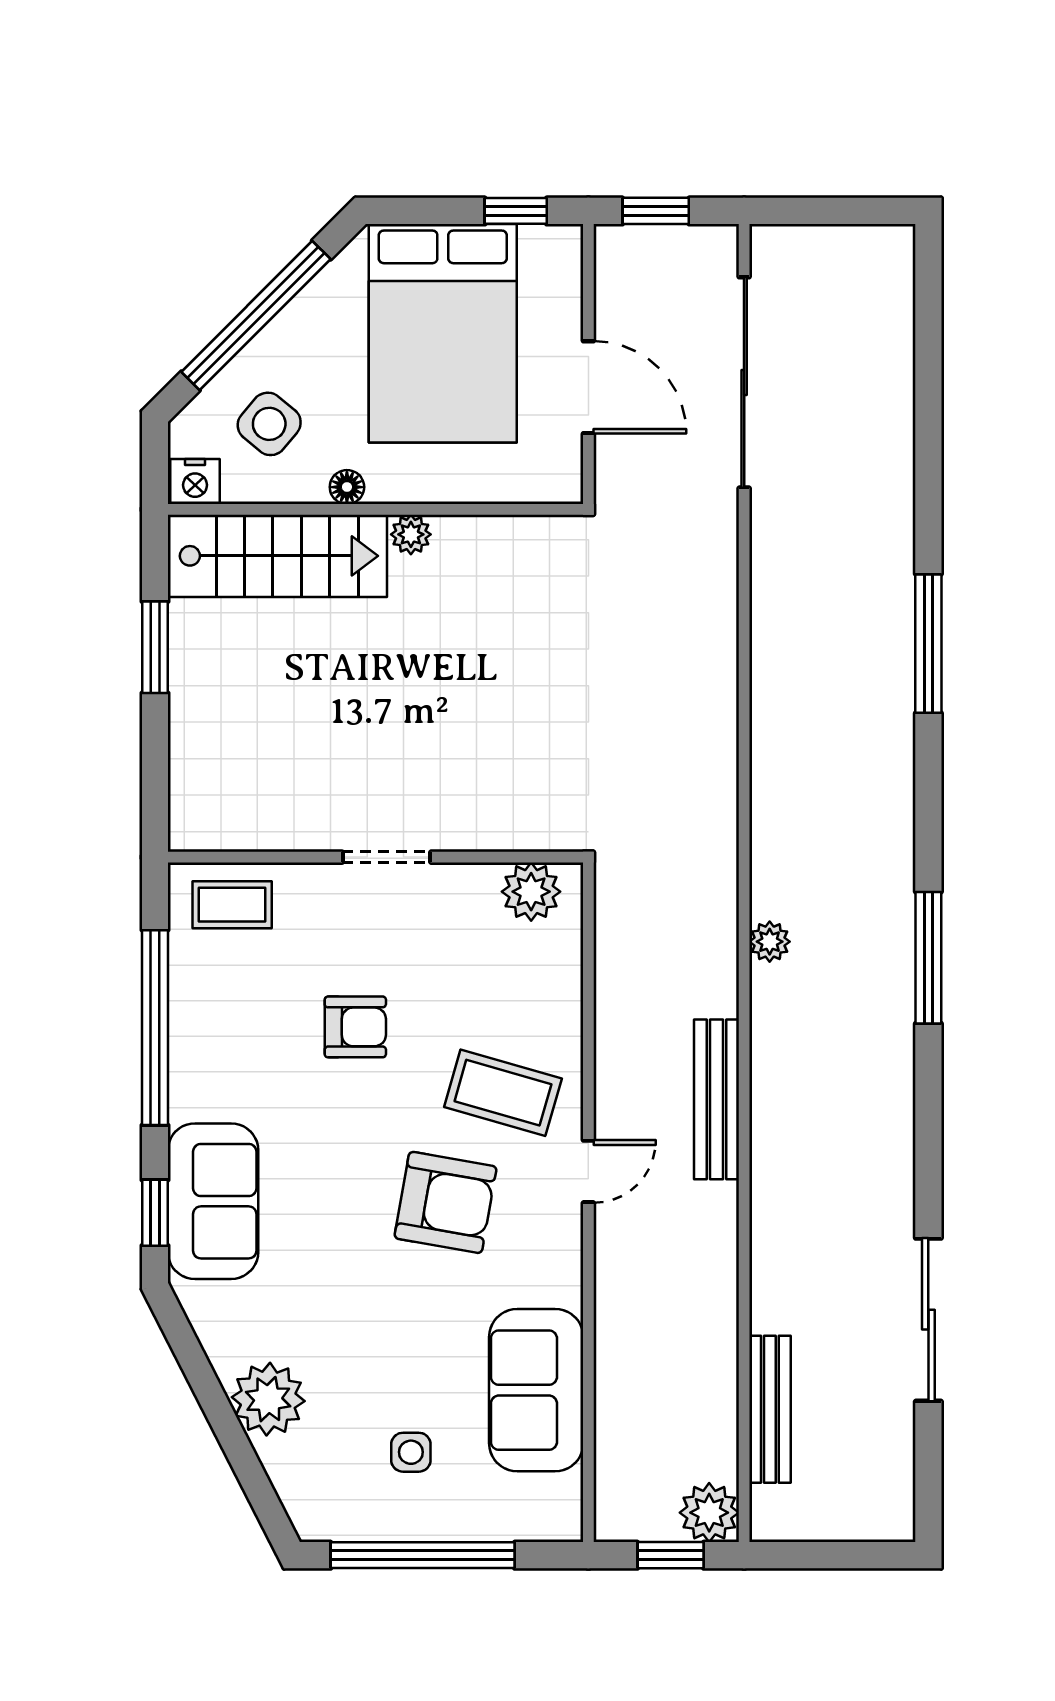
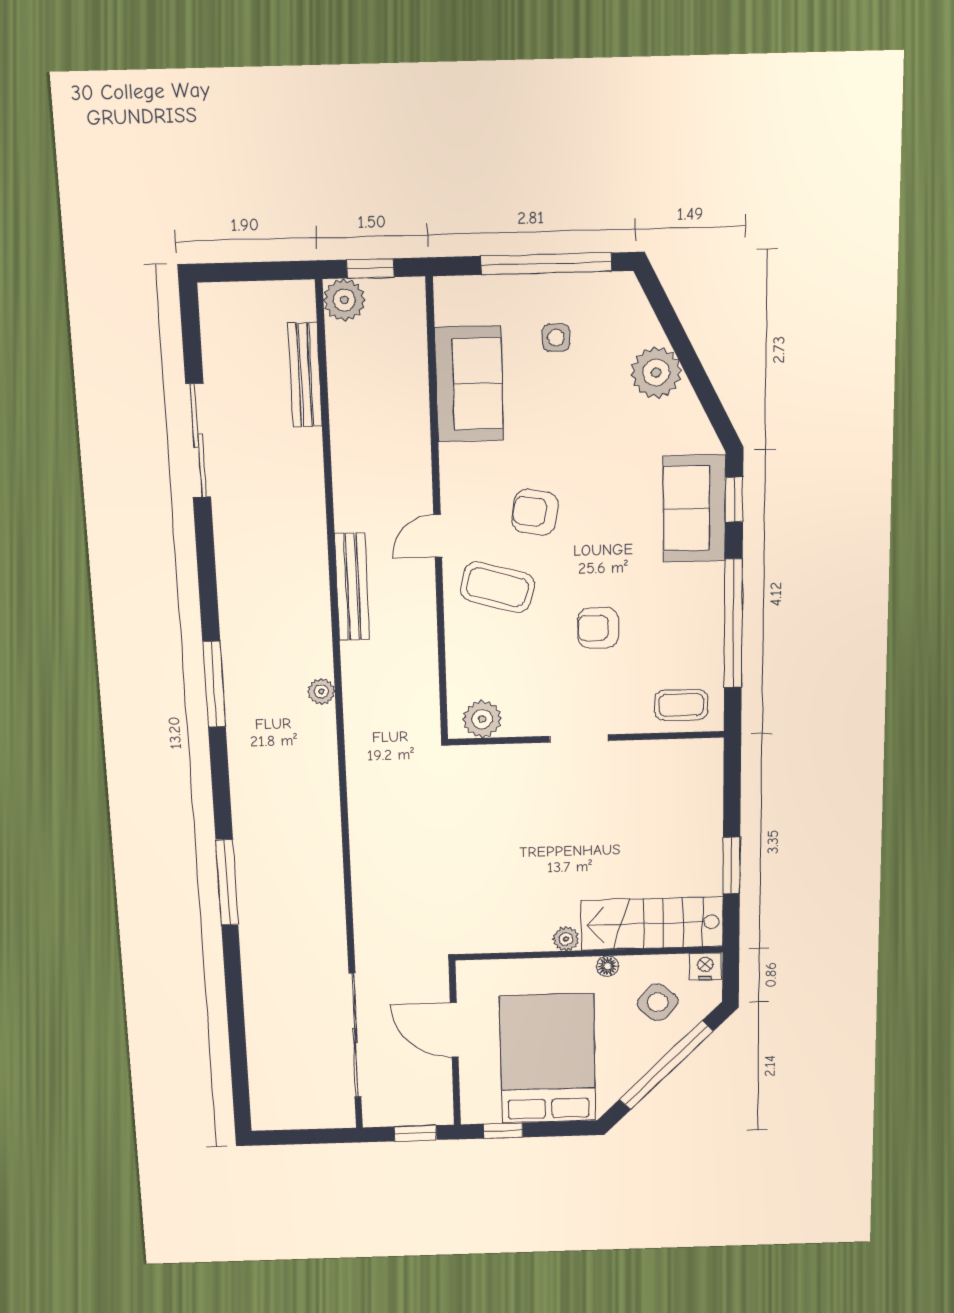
armchair: (446, 1202) -> (535, 512), width x0.72, depth x0.72

